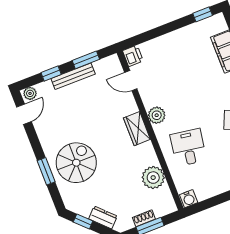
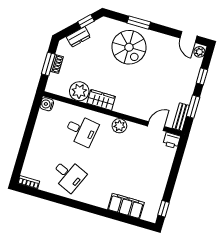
bench: (73, 76) -> (181, 117), moved, width x0.73
wardrobe: (137, 129) -> (101, 100), moved

